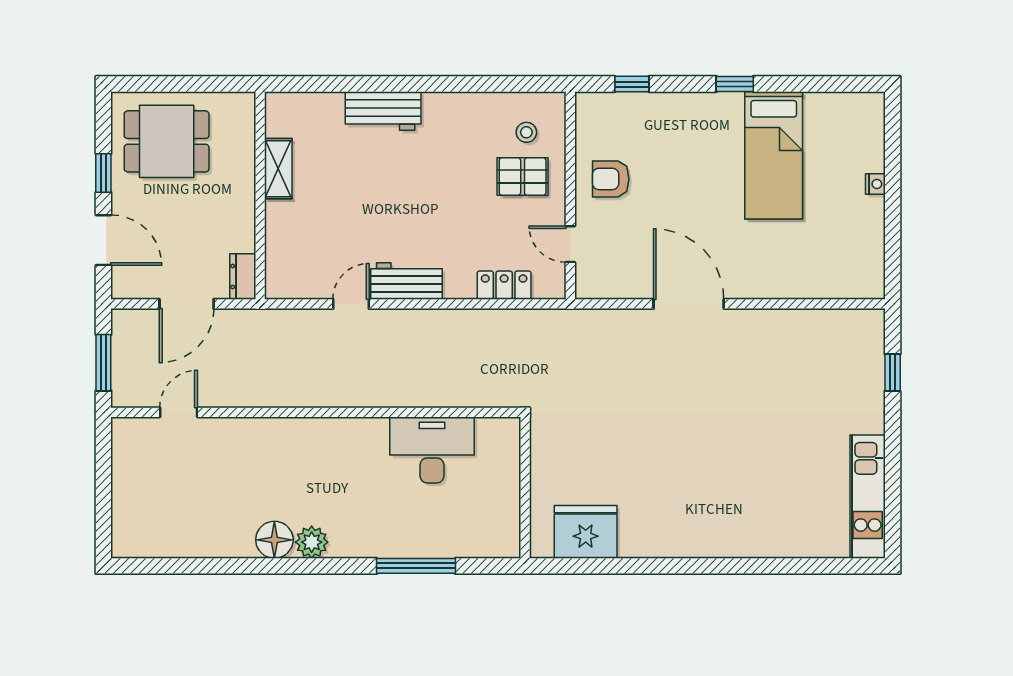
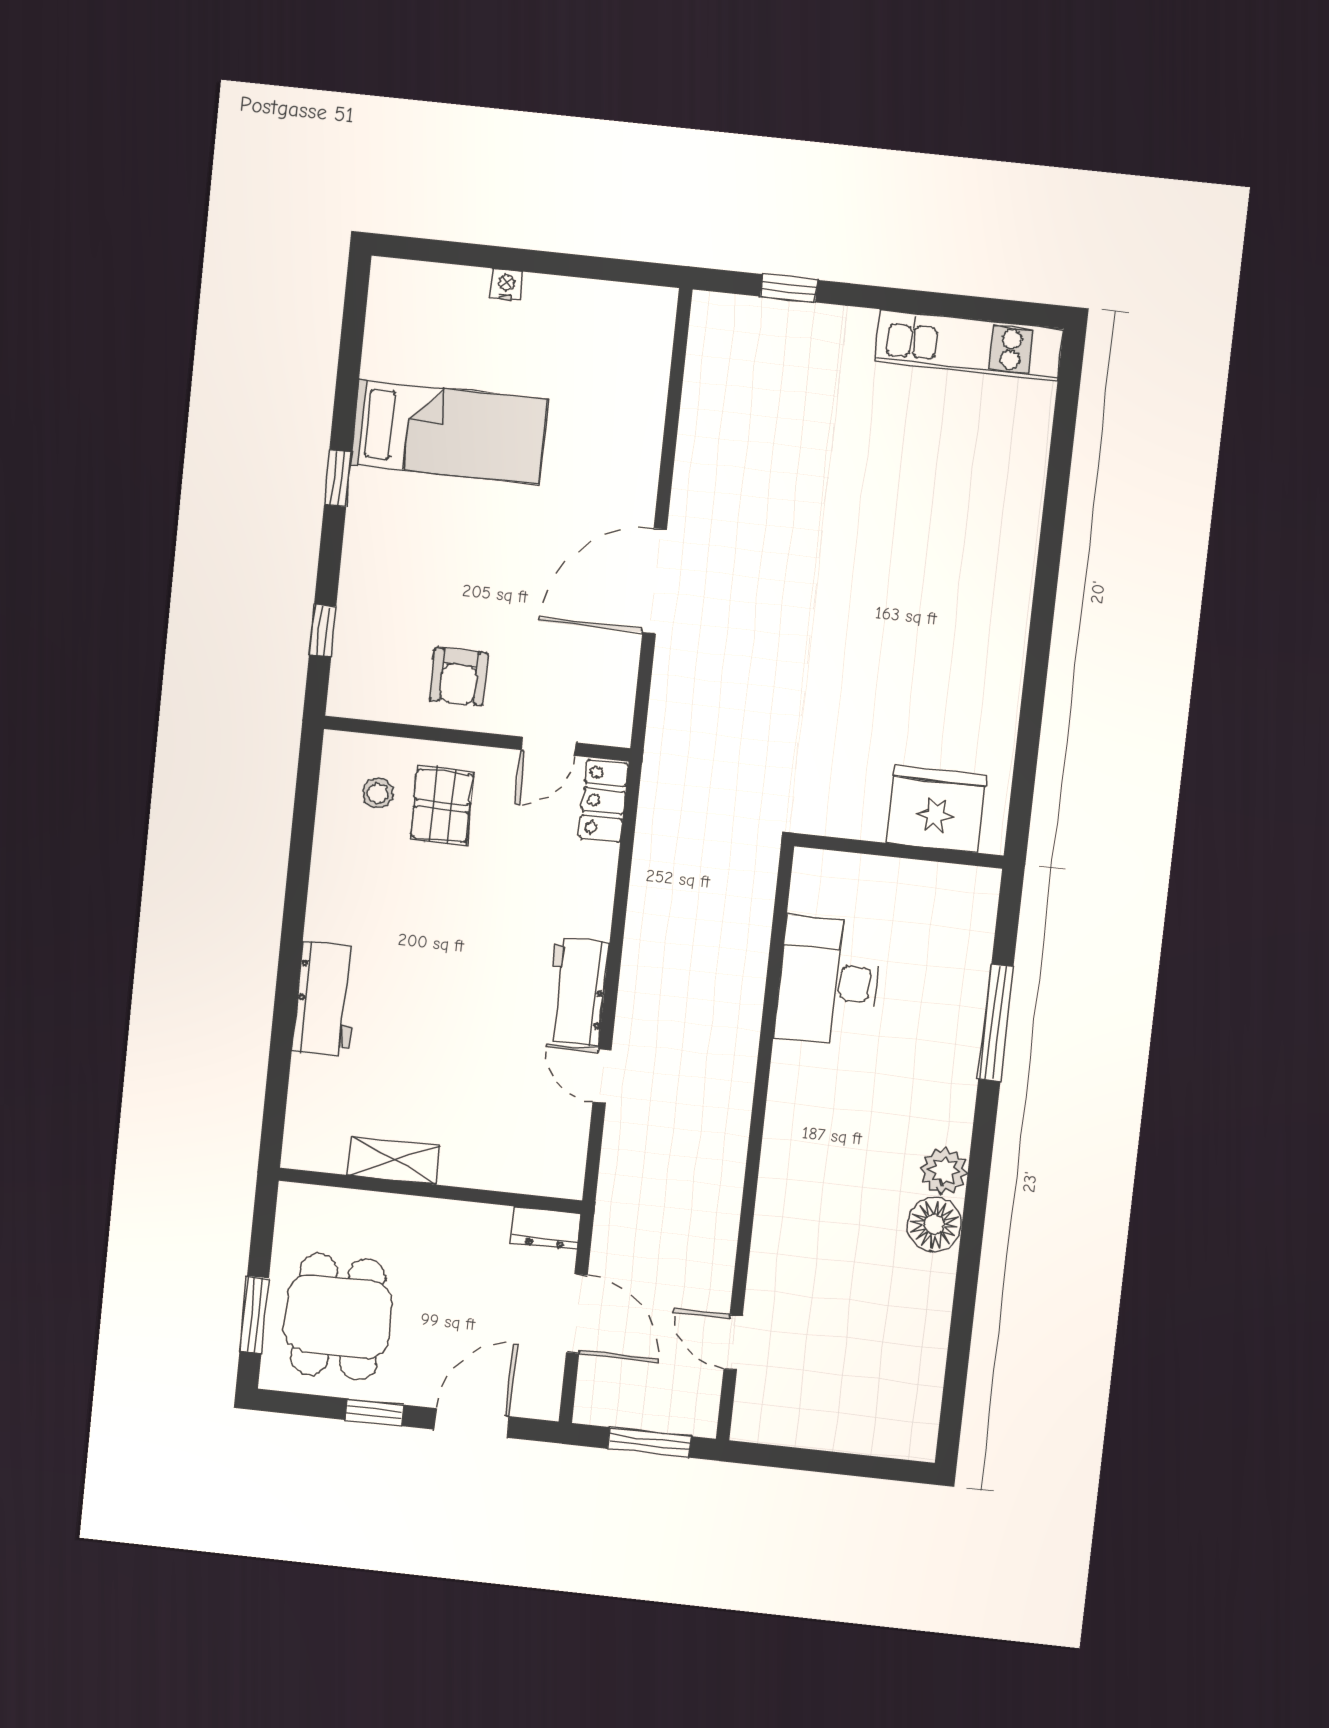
window: (162, 84) -> (254, 1315), added
locker: (504, 285) -> (603, 801), moved
fridge: (586, 532) -> (936, 809), moved, turned 90

